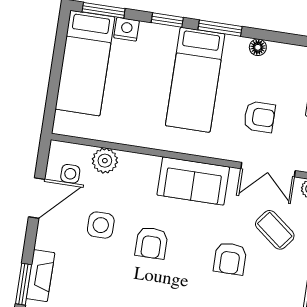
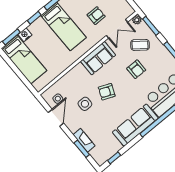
plant: (105, 161) -> (64, 83), removed
armchair: (151, 243) -> (107, 92), turned 113

